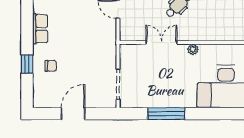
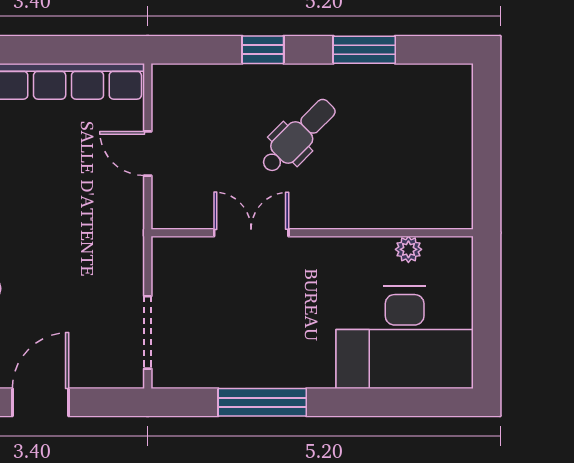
plant: (193, 49) -> (408, 249), moved

